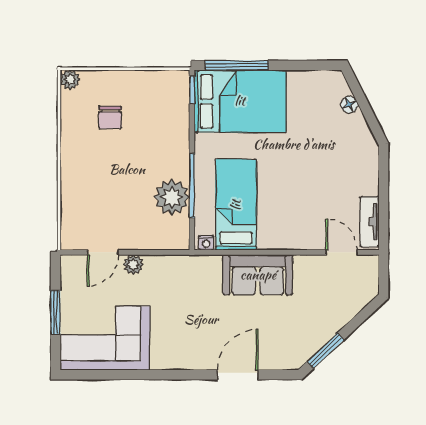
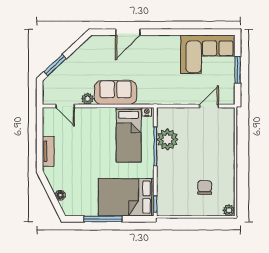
window: (237, 65) -> (103, 219), moved
tv unit: (369, 222) -> (48, 151), moved
plant: (133, 264) -> (88, 99), moved
window: (325, 351) -> (55, 65), moved

